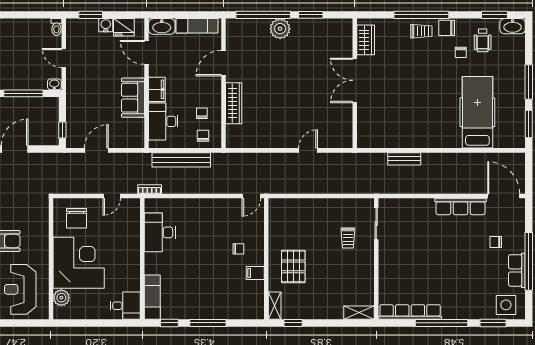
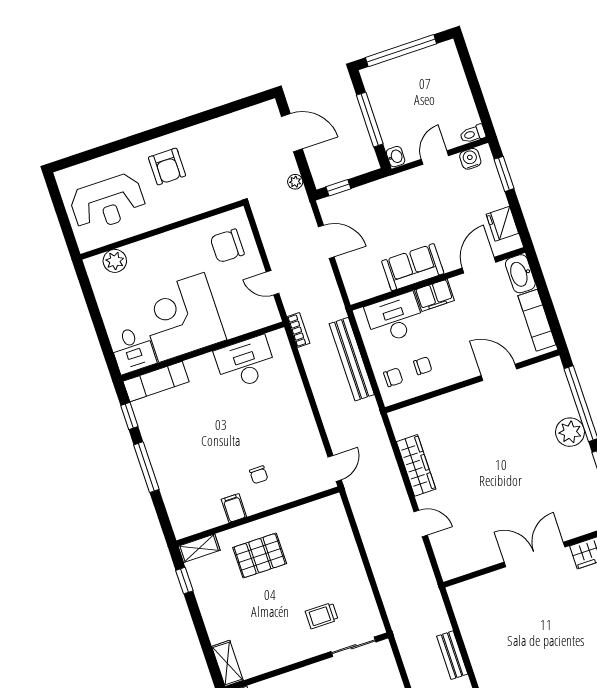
water cooler: (106, 25) -> (470, 159), moved, turned -90
wardrobe: (234, 103) -> (416, 465), moved, turned -90
plant: (49, 158) -> (295, 182), added
door: (251, 196) -> (335, 468), swing flipped
corner desk: (79, 263) -> (182, 317), moved, turned 180
reception desk: (20, 289) -> (108, 203), turned 180

